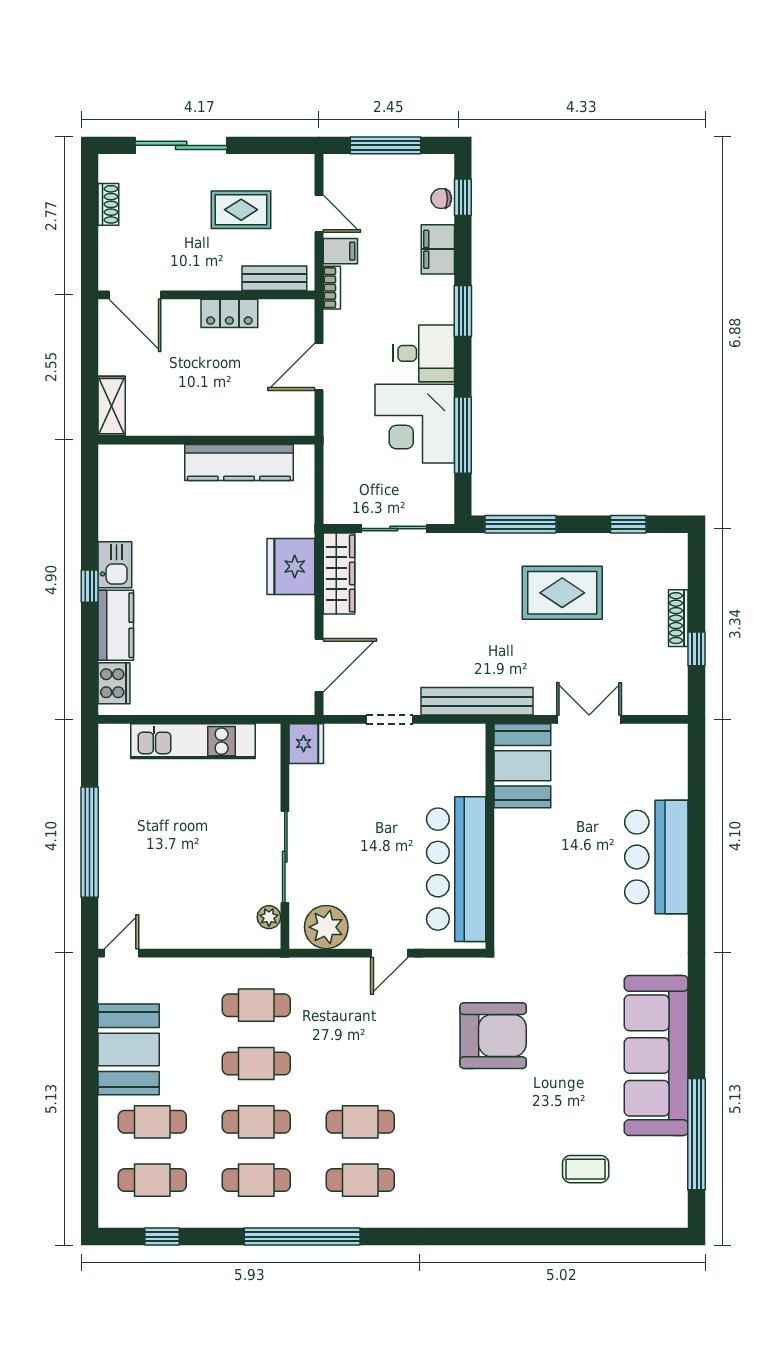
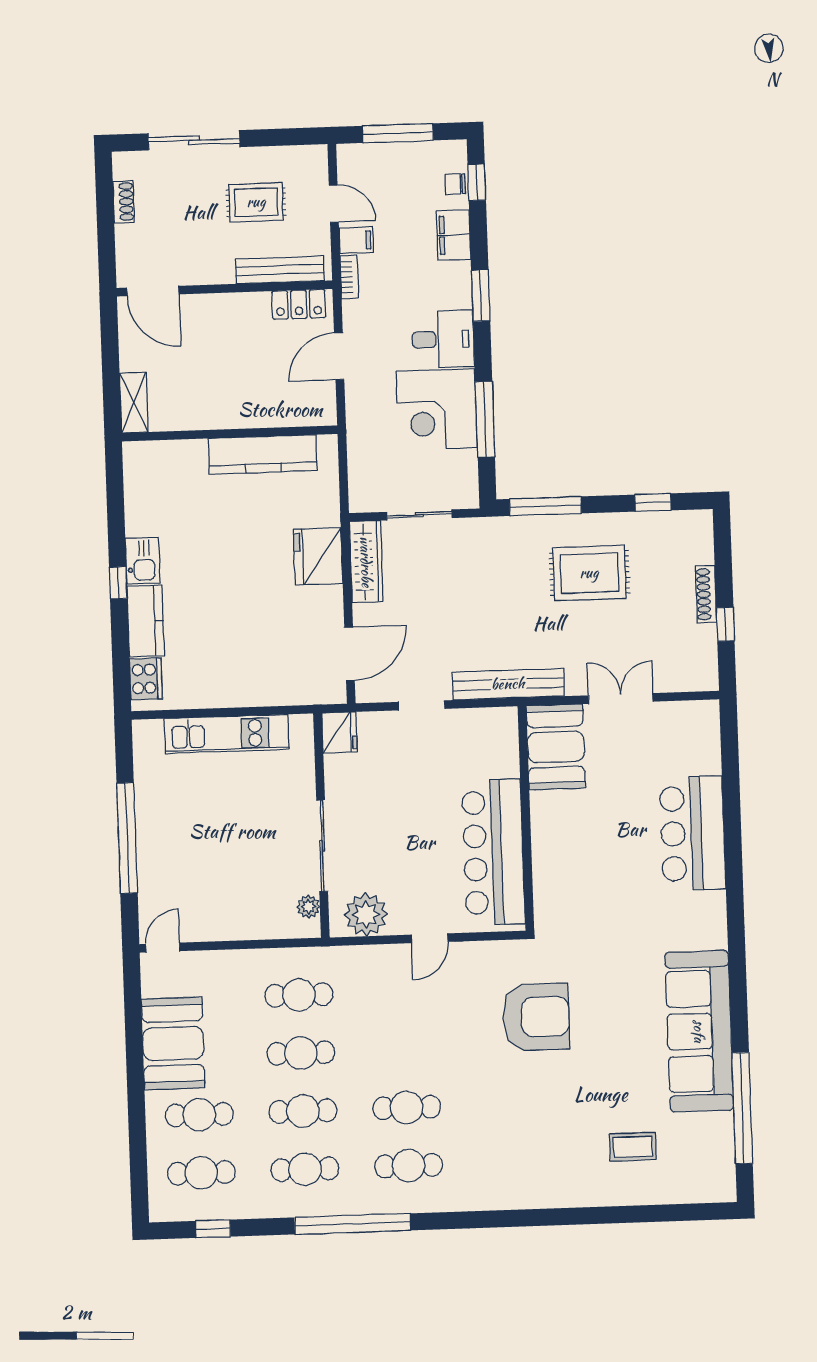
bench: (274, 278) -> (280, 270), width x1.36
locker: (229, 313) -> (299, 304), moved

